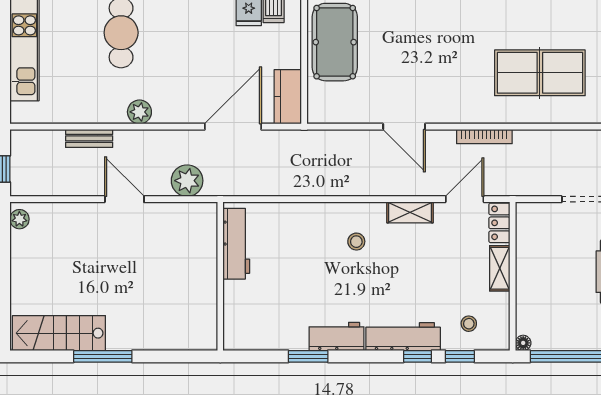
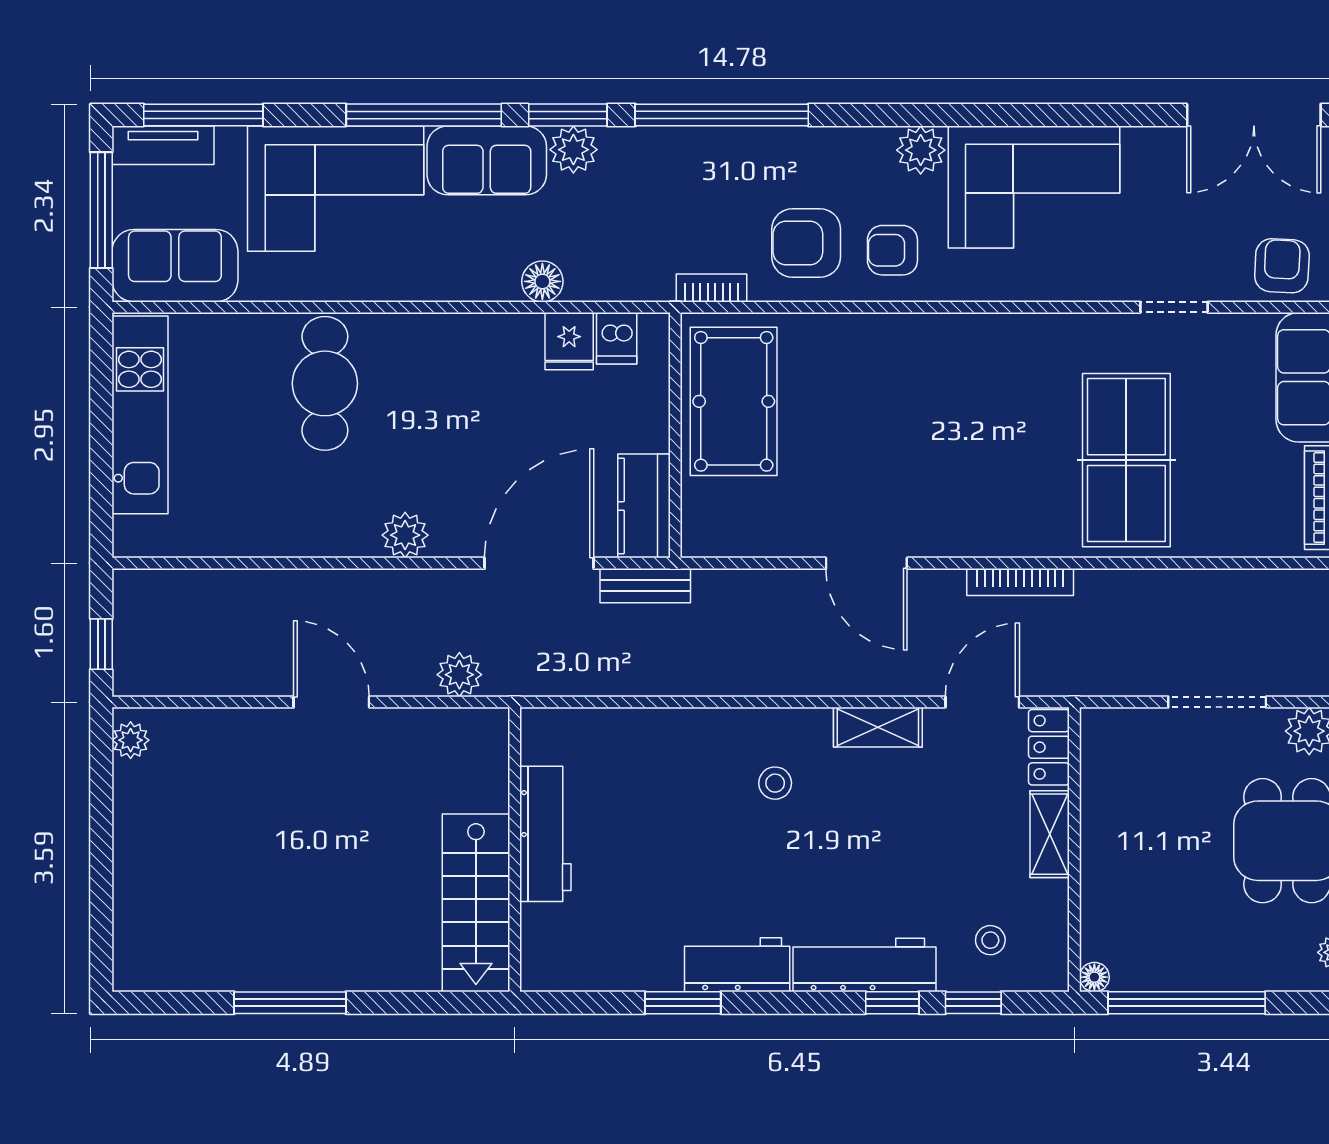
table tennis table: (540, 73) -> (1126, 460), turned 90
plant: (139, 112) -> (405, 535), moved
bench: (89, 138) -> (645, 586), moved
plant: (187, 181) -> (459, 675), width x0.73, depth x0.73
workbench: (236, 244) -> (545, 834), moved
stairs: (59, 333) -> (476, 903), moved, turned -90

